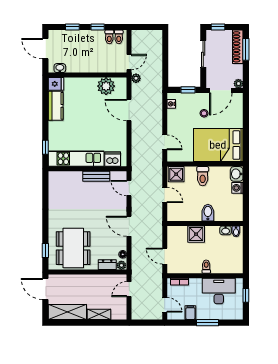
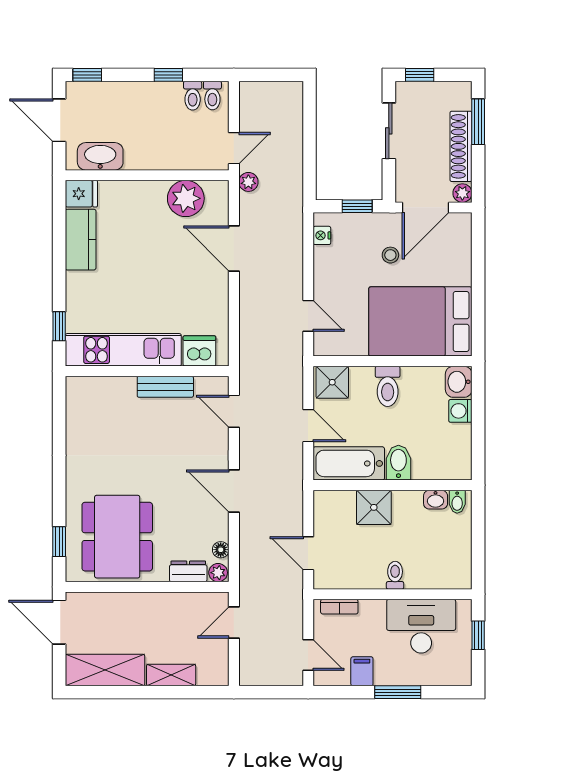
window: (72, 27) -> (87, 75), moved
shoe rack: (238, 47) -> (461, 146), moved
washbasin: (60, 68) -> (100, 156), width x1.91, depth x1.45
bathtub: (184, 213) -> (349, 463), added

